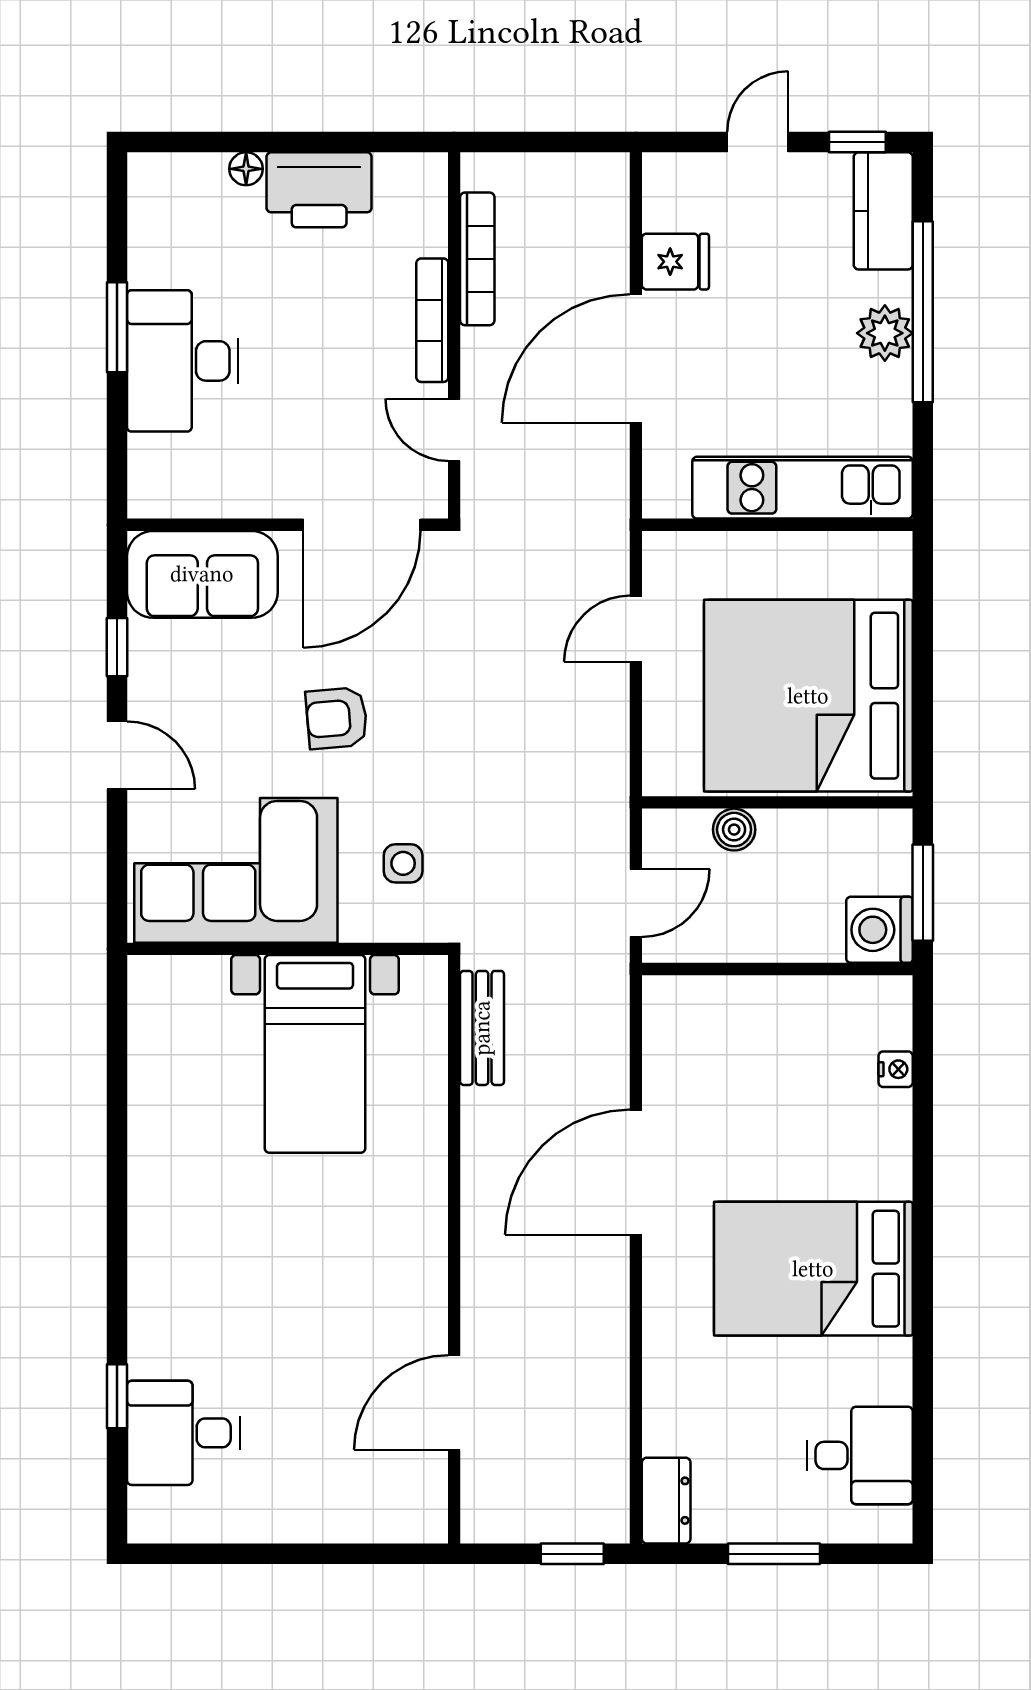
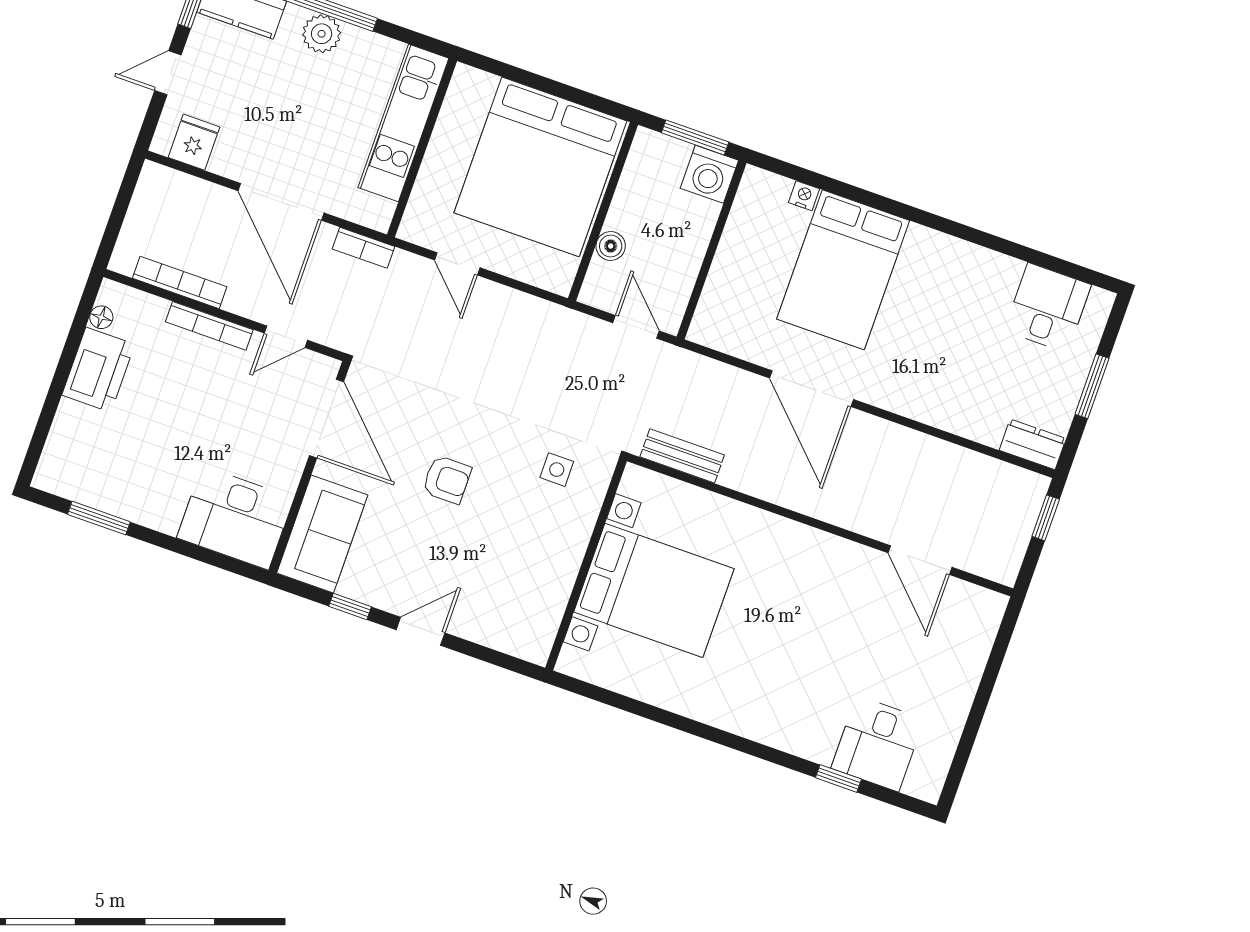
door: (758, 142) -> (168, 73), hinge flipped
floor lamp: (246, 169) -> (101, 317), moved
fridge: (675, 262) -> (194, 142), moved
window: (117, 327) -> (99, 518), moved
desk: (183, 361) -> (235, 518), moved
bookcase: (613, 493) -> (364, 248), added
armchair: (337, 718) -> (447, 480), turned -85
corner sofa: (236, 870) -> (523, 580), removed
bed with nightstands: (315, 1054) -> (654, 590), width x1.36
bed: (813, 1269) -> (843, 270), moved

